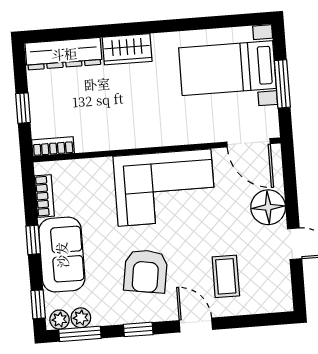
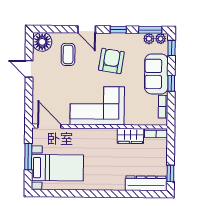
wardrobe: (127, 49) -> (130, 136), moved, turned 180
window: (23, 108) -> (170, 173), moved
floor lamp: (268, 207) -> (42, 42), moved

